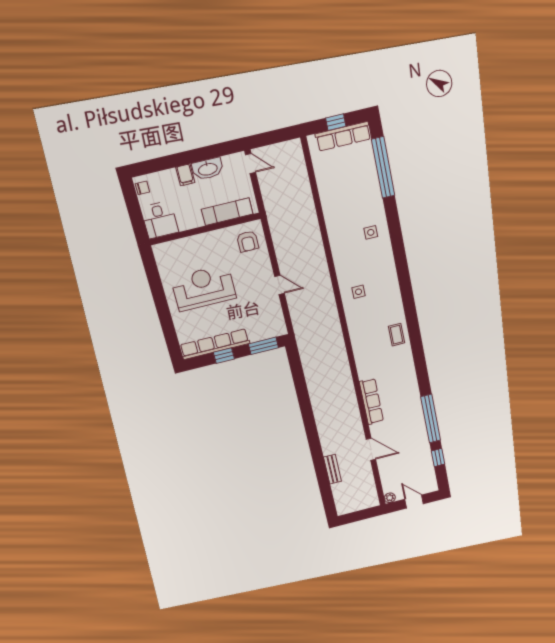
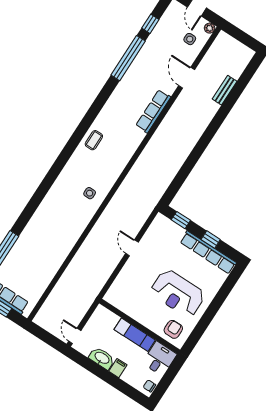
exam couch: (227, 212) -> (135, 335), moved
side table: (371, 232) -> (190, 39), moved
armchair: (248, 241) -> (173, 329), moved
window: (263, 346) -> (181, 220), width x0.67

